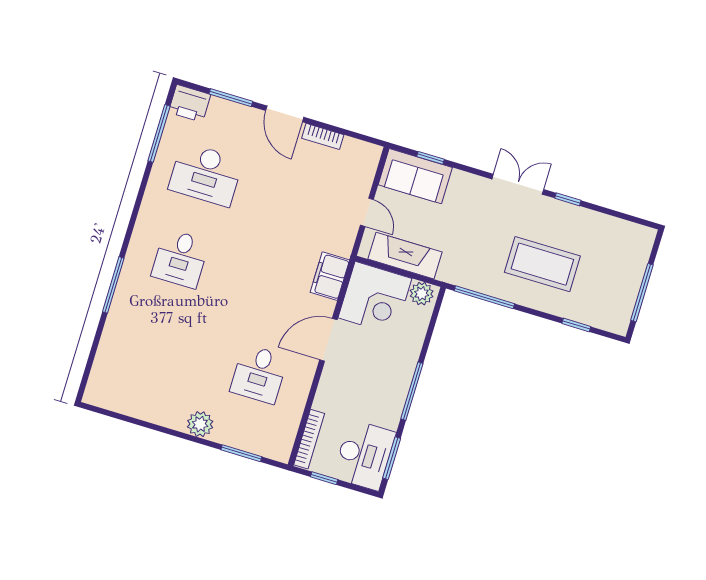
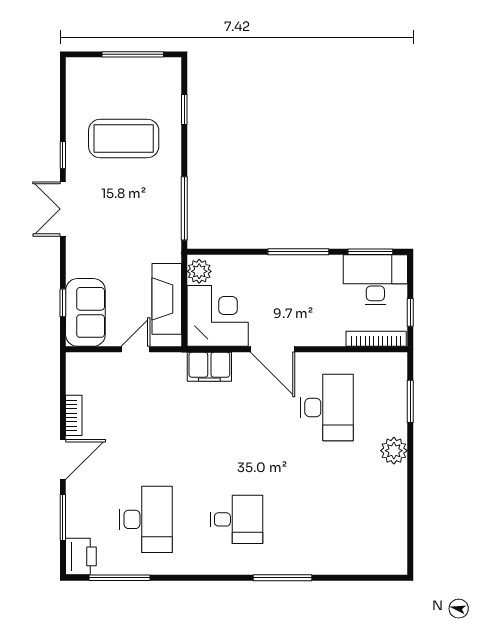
coffee table: (542, 264) -> (124, 138), moved, turned 90
desk: (259, 374) -> (327, 408), width x1.37

